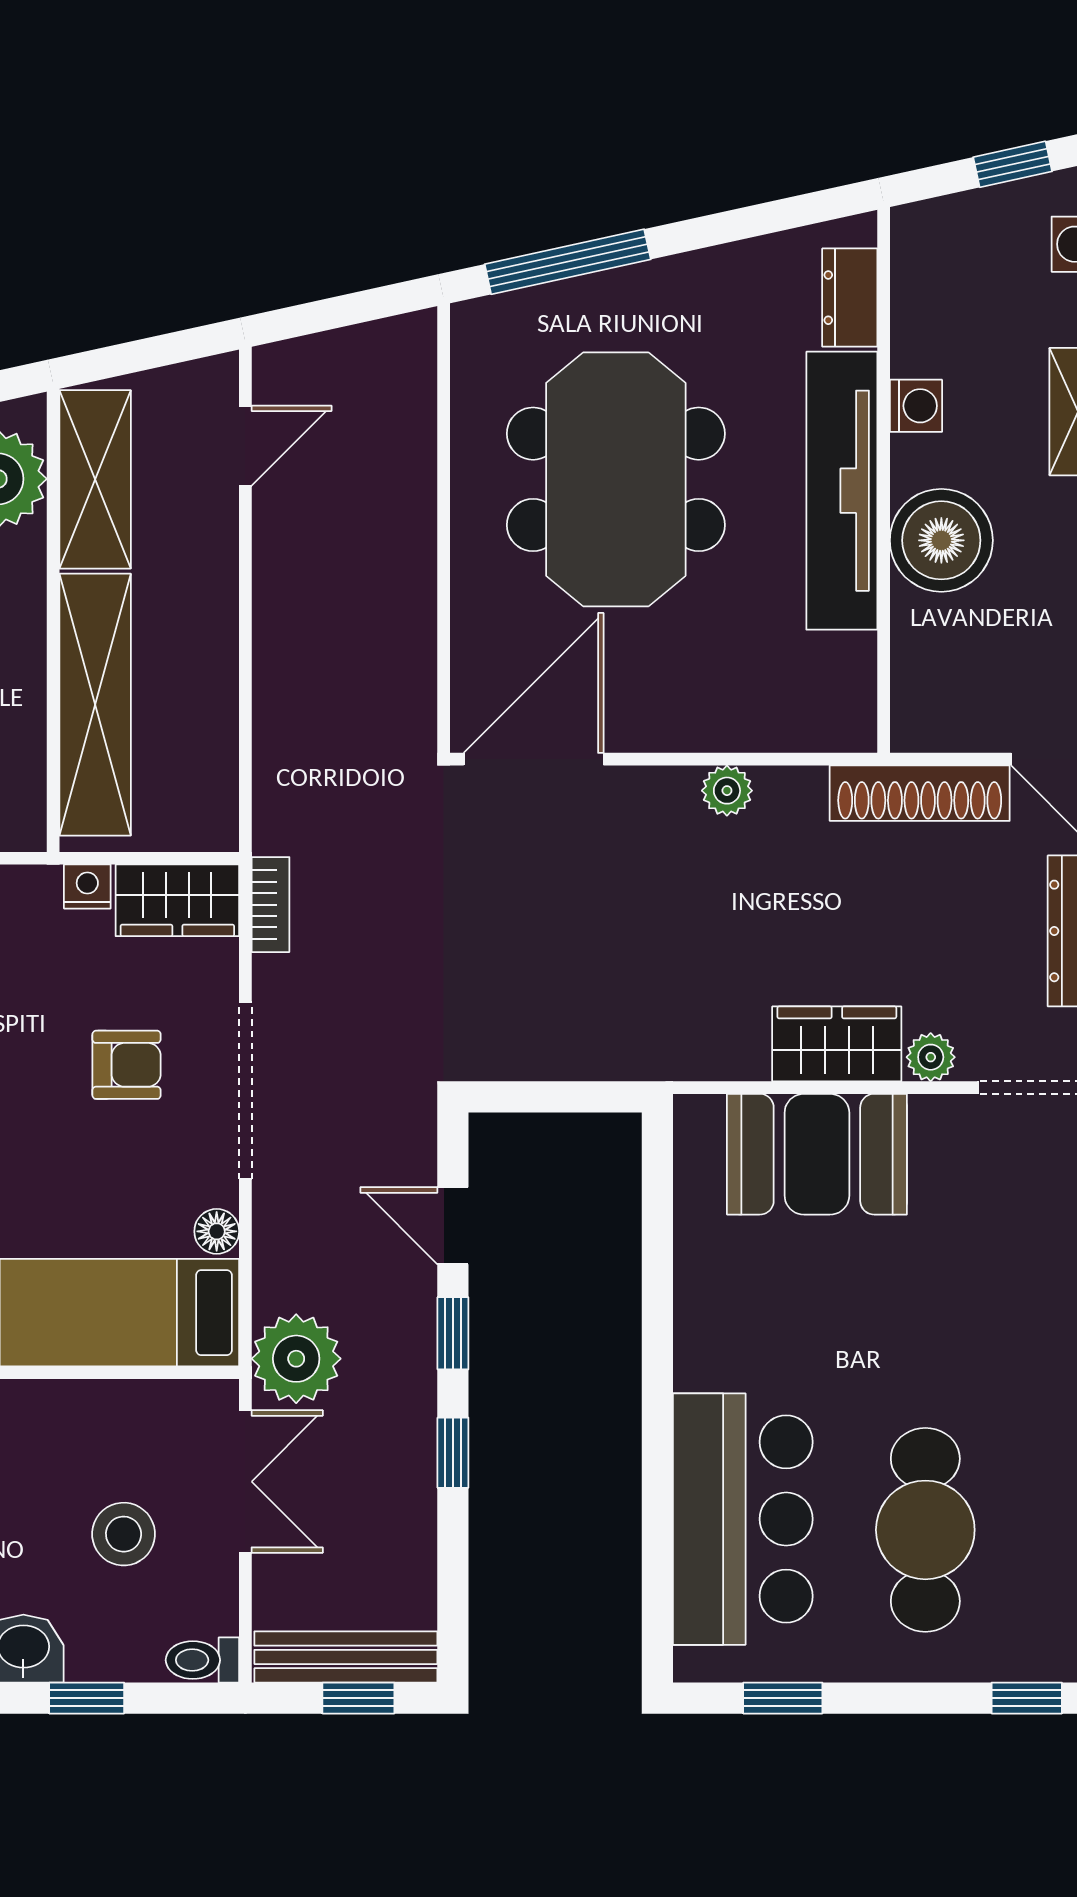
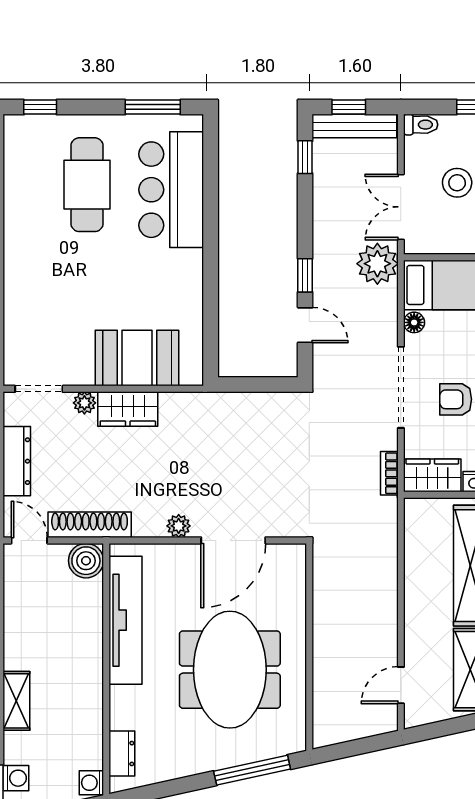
washing machine: (916, 406) -> (91, 783), moved
tv unit: (842, 491) -> (126, 620), moved
boiler: (941, 540) -> (86, 561), moved, width x0.73, depth x0.73
door: (534, 759) -> (233, 540), moved
window: (453, 1453) -> (305, 157), moved
window: (783, 1698) -> (153, 107), width x1.50

